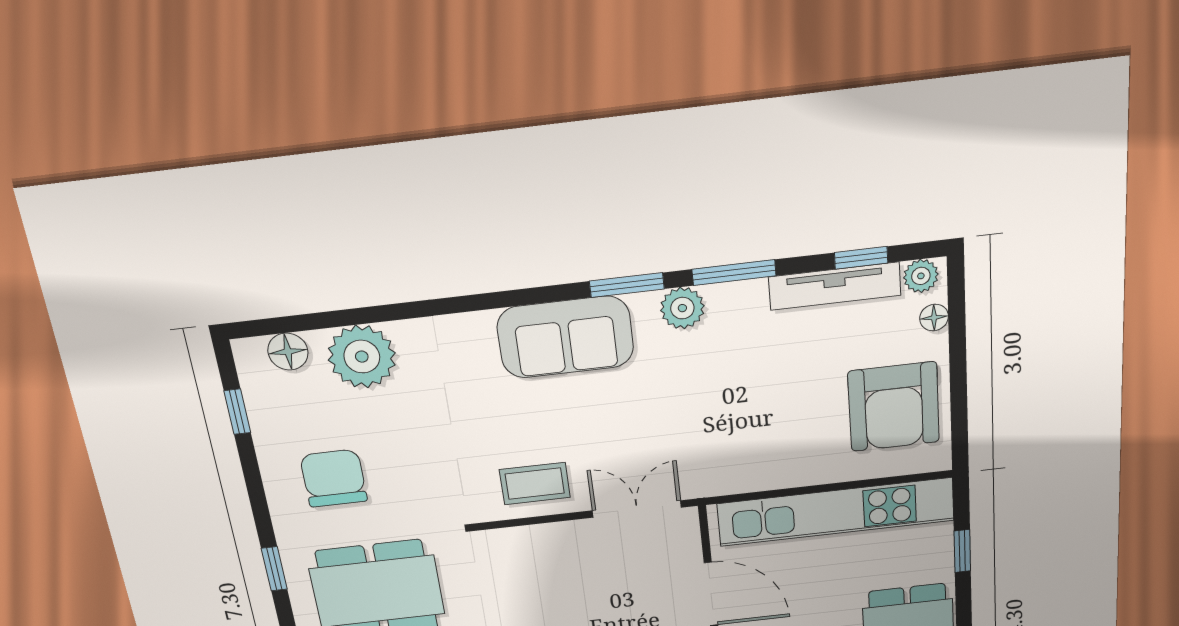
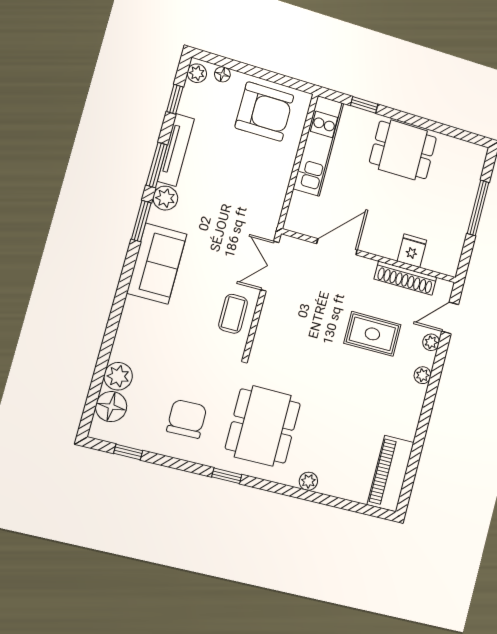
tv unit: (835, 286) -> (176, 150), moved
floor lamp: (288, 352) -> (111, 407), width x1.38, depth x1.38
plant: (362, 357) -> (118, 376), width x0.73, depth x0.73
chair: (334, 478) -> (187, 419), turned 89
kitchen unit: (836, 512) -> (318, 146), width x0.73

